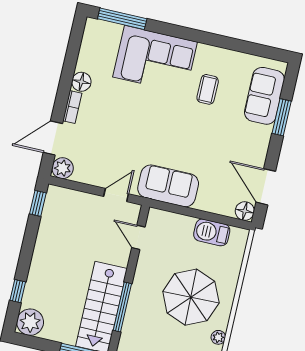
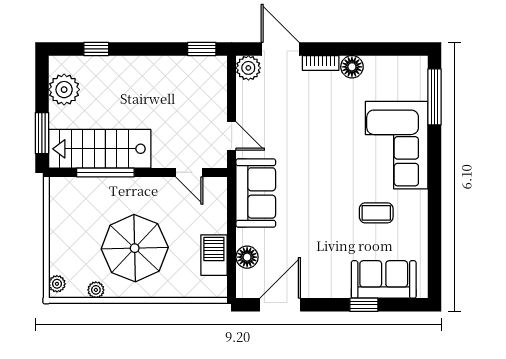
window: (282, 117) -> (364, 305), width x0.67
floor lamp: (245, 211) -> (247, 257), moved
door: (138, 237) -> (189, 172), swing flipped
plant: (30, 322) -> (64, 90), moved

